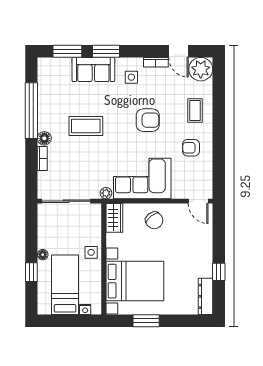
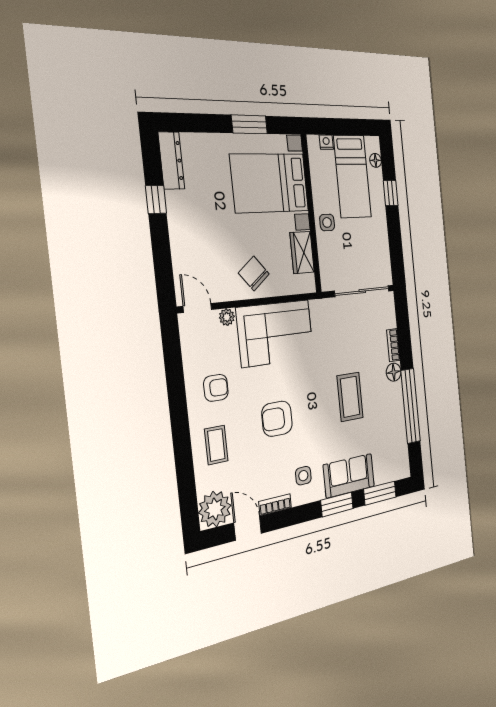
coffee table: (86, 126) -> (350, 397), turned 90
plant: (106, 193) -> (227, 317), moved
wardrobe: (114, 218) -> (302, 252), moved
floor lamp: (43, 255) -> (376, 160), moved

